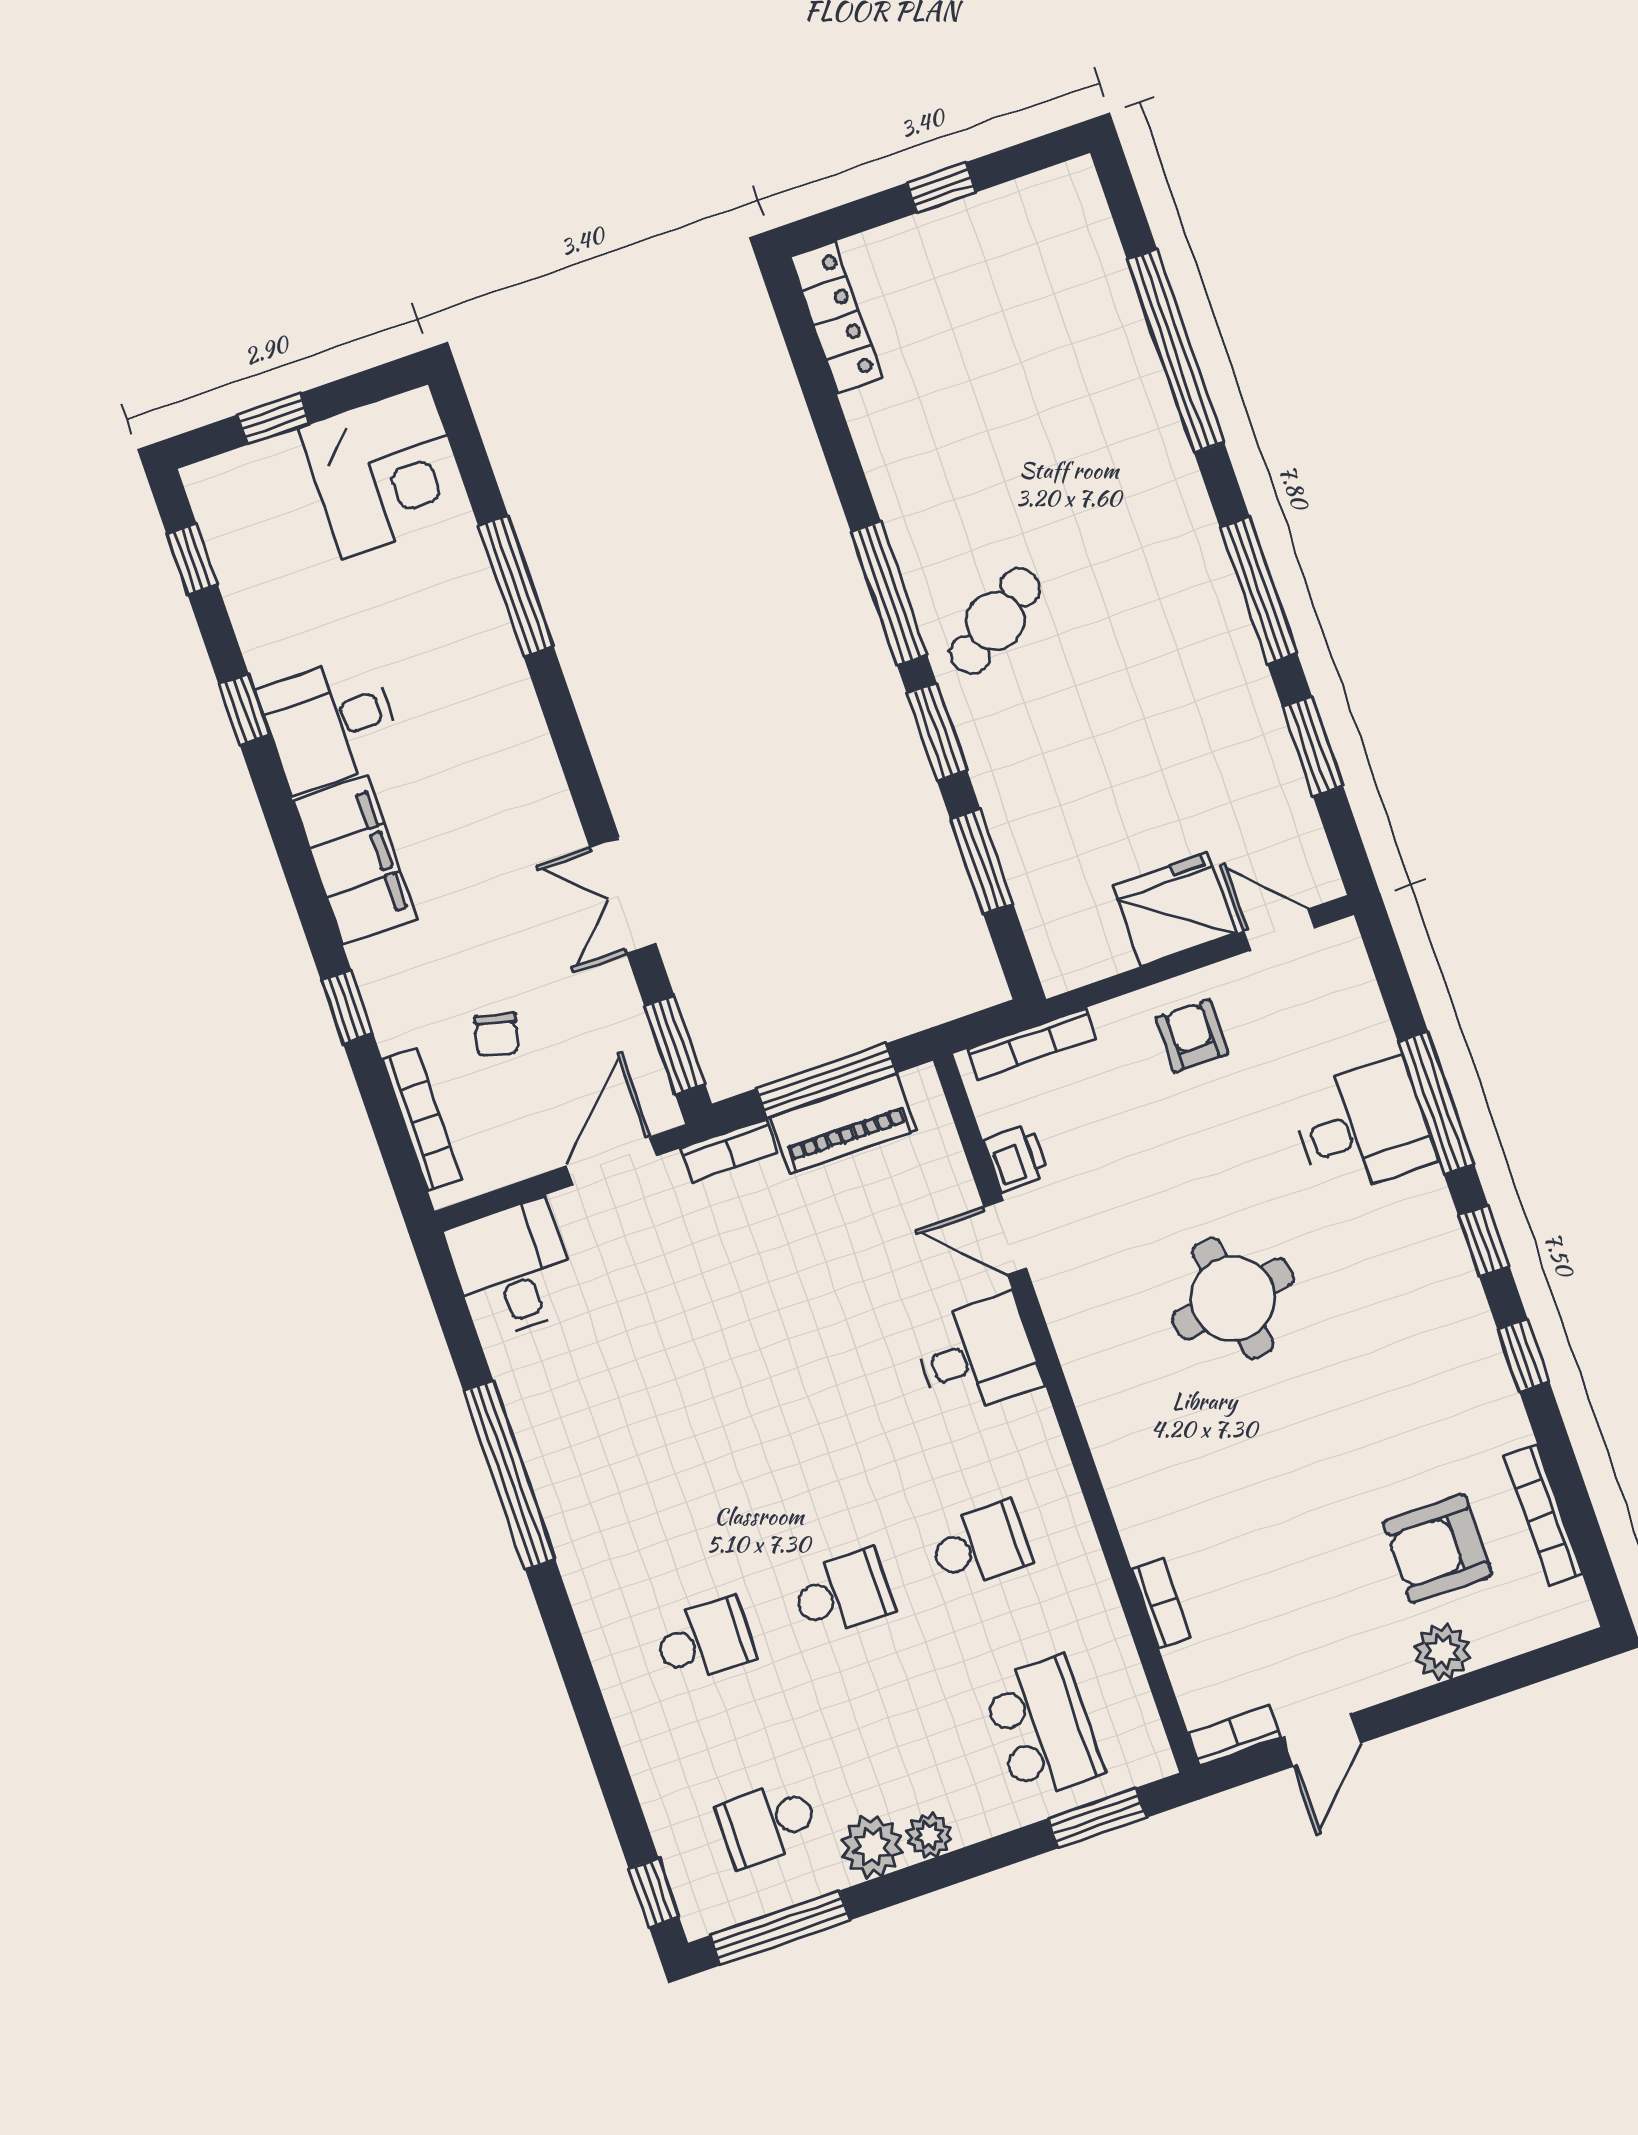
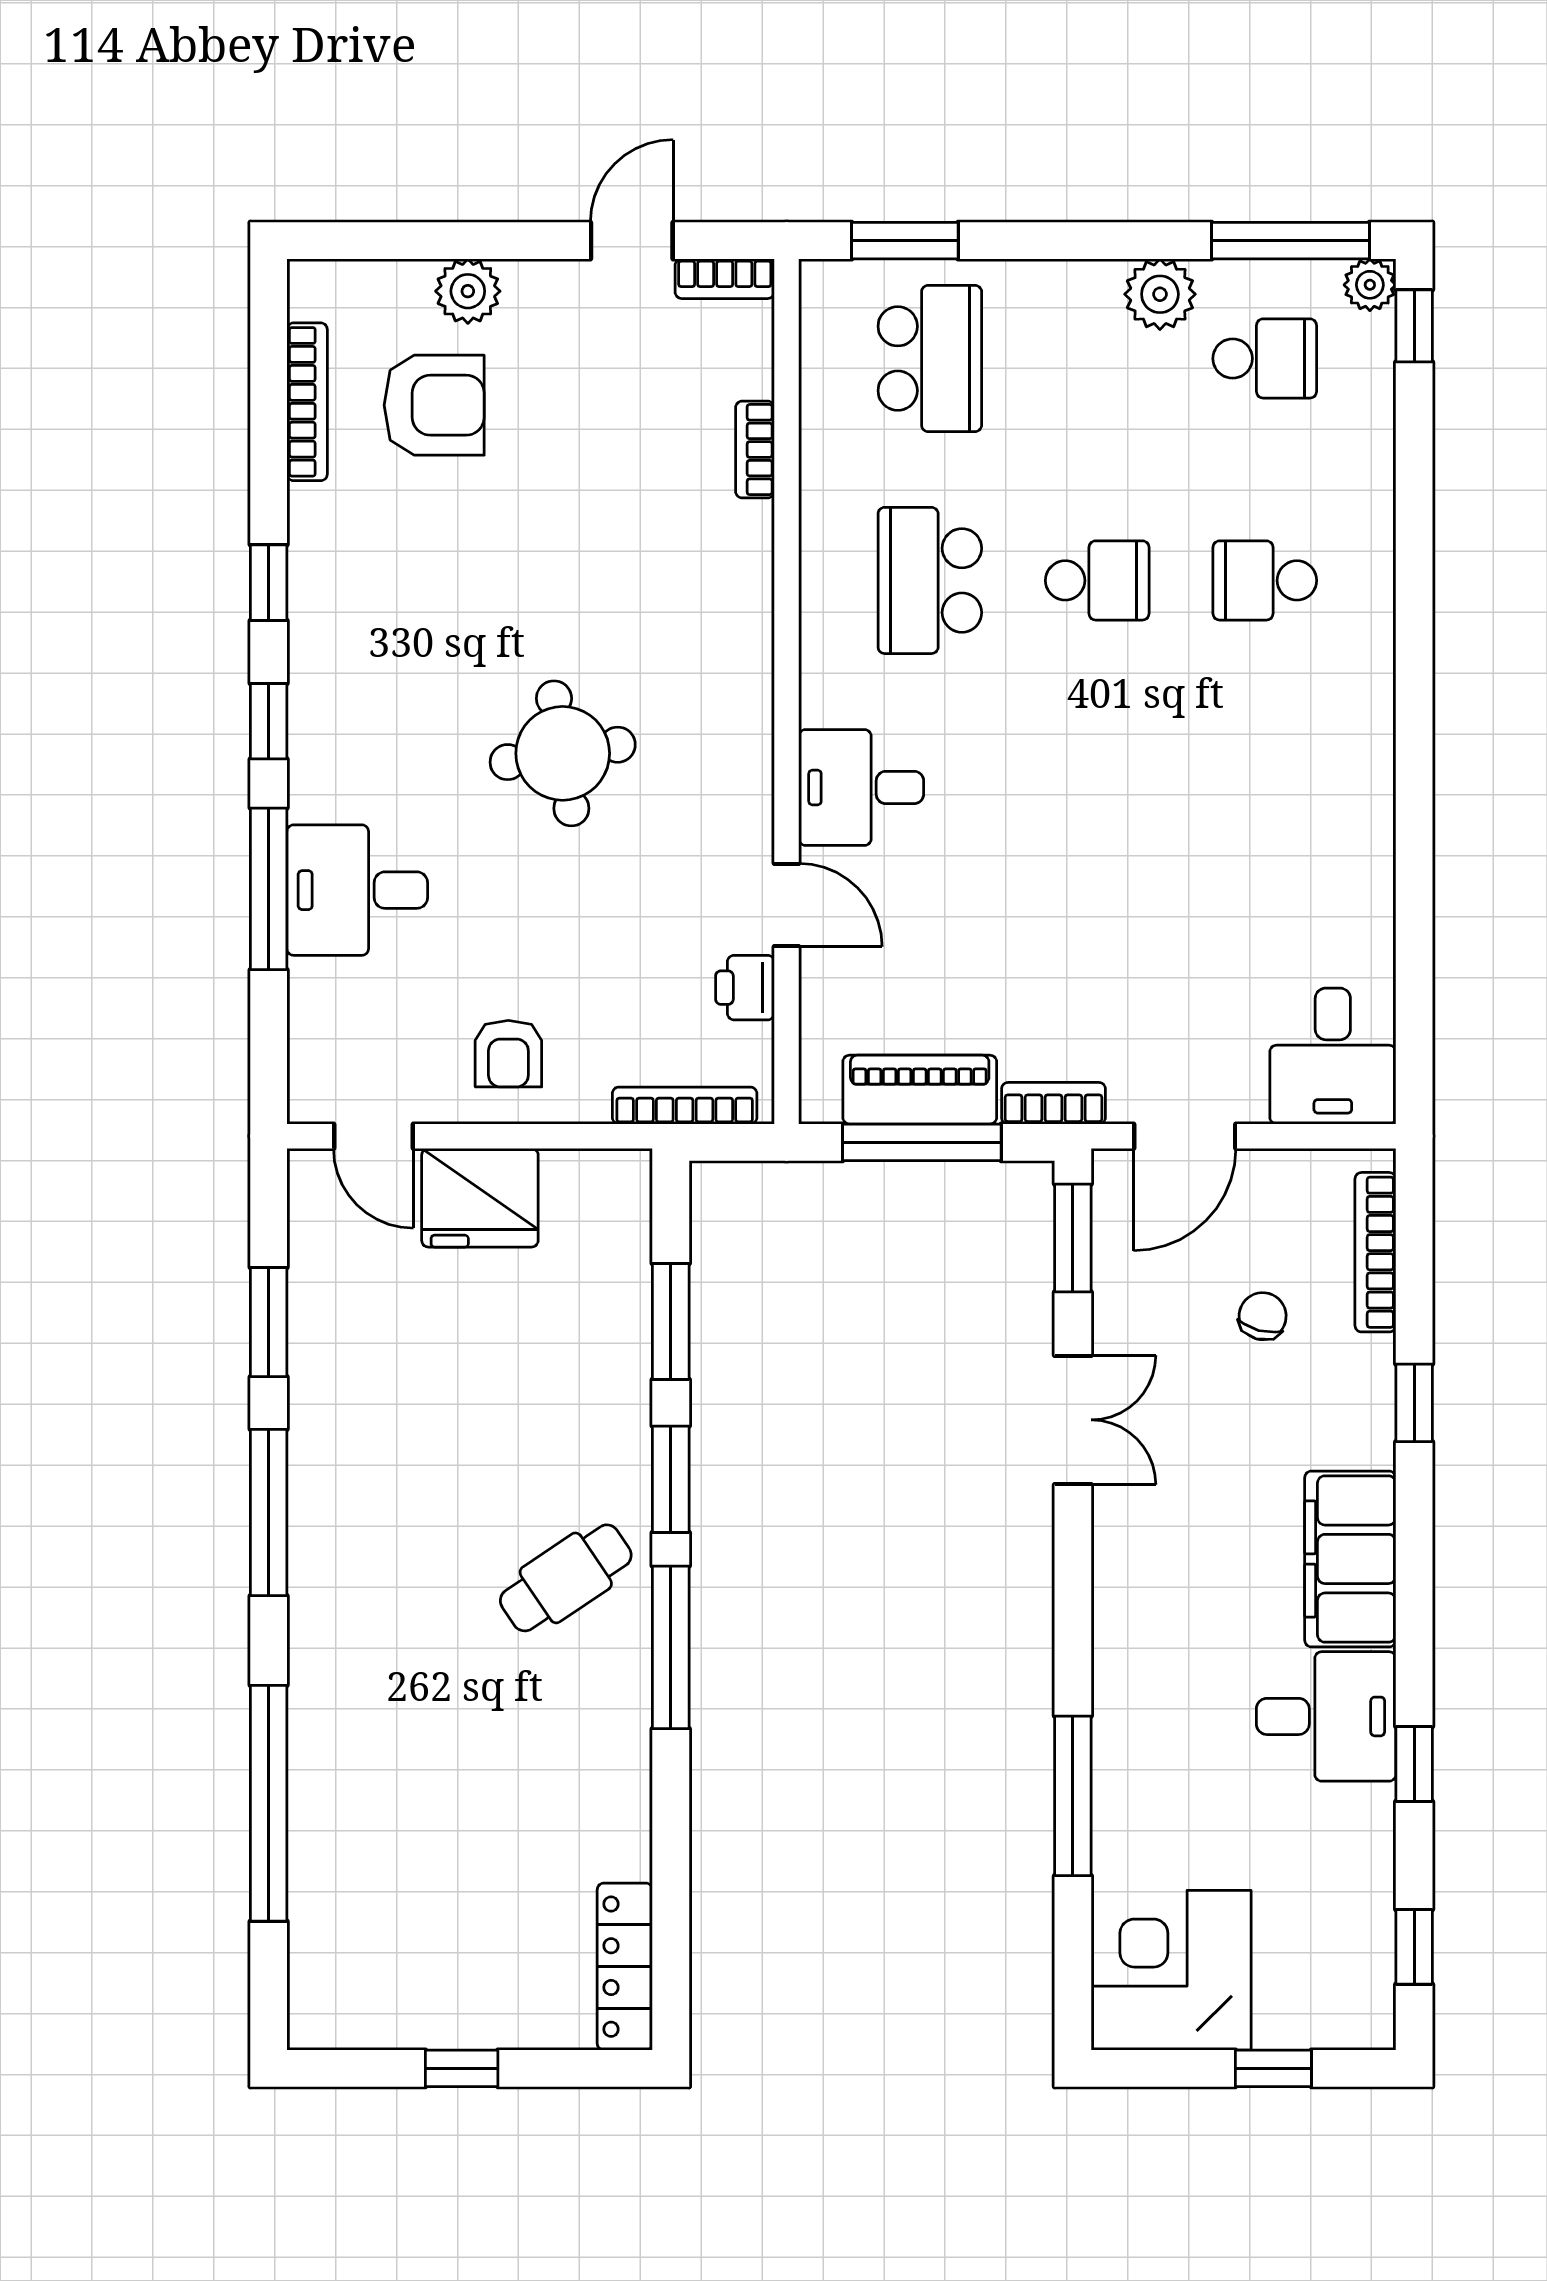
window: (509, 1475) -> (1414, 834), removed
school desk: (980, 1545) -> (930, 580), width x1.85
school desk: (842, 1593) -> (1097, 580), turned 180
school desk: (1043, 1728) -> (930, 358), turned 180
plant: (929, 1835) -> (1370, 285), moved

